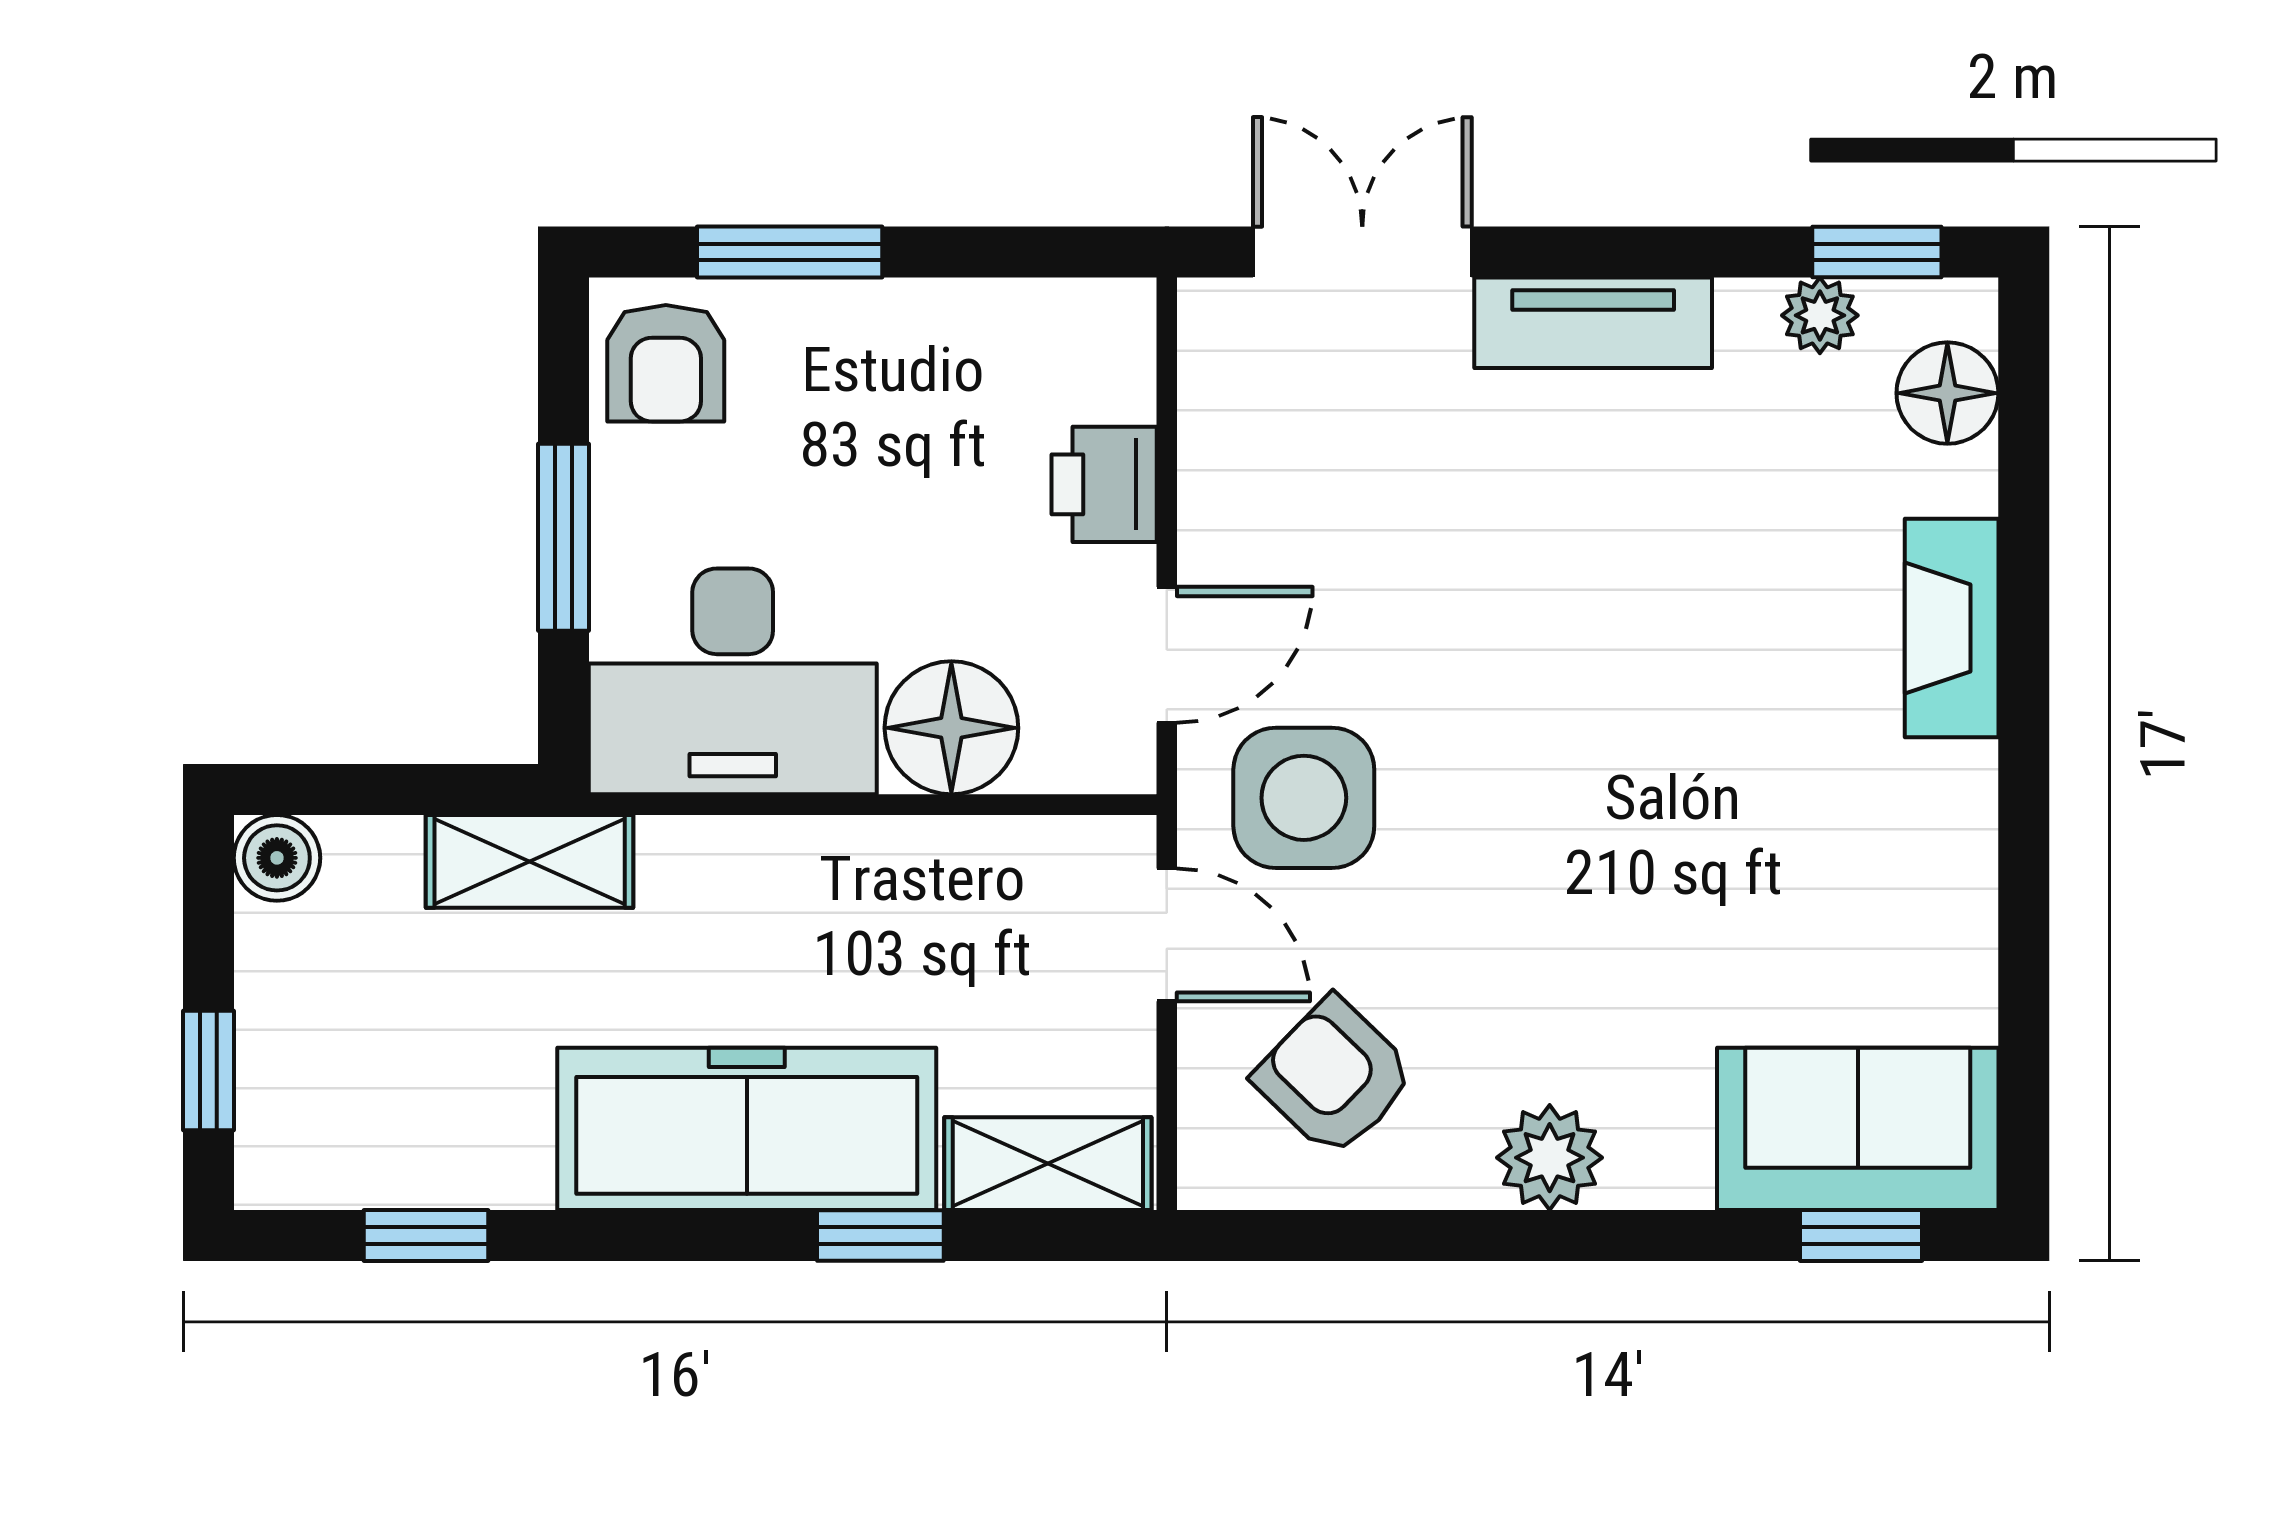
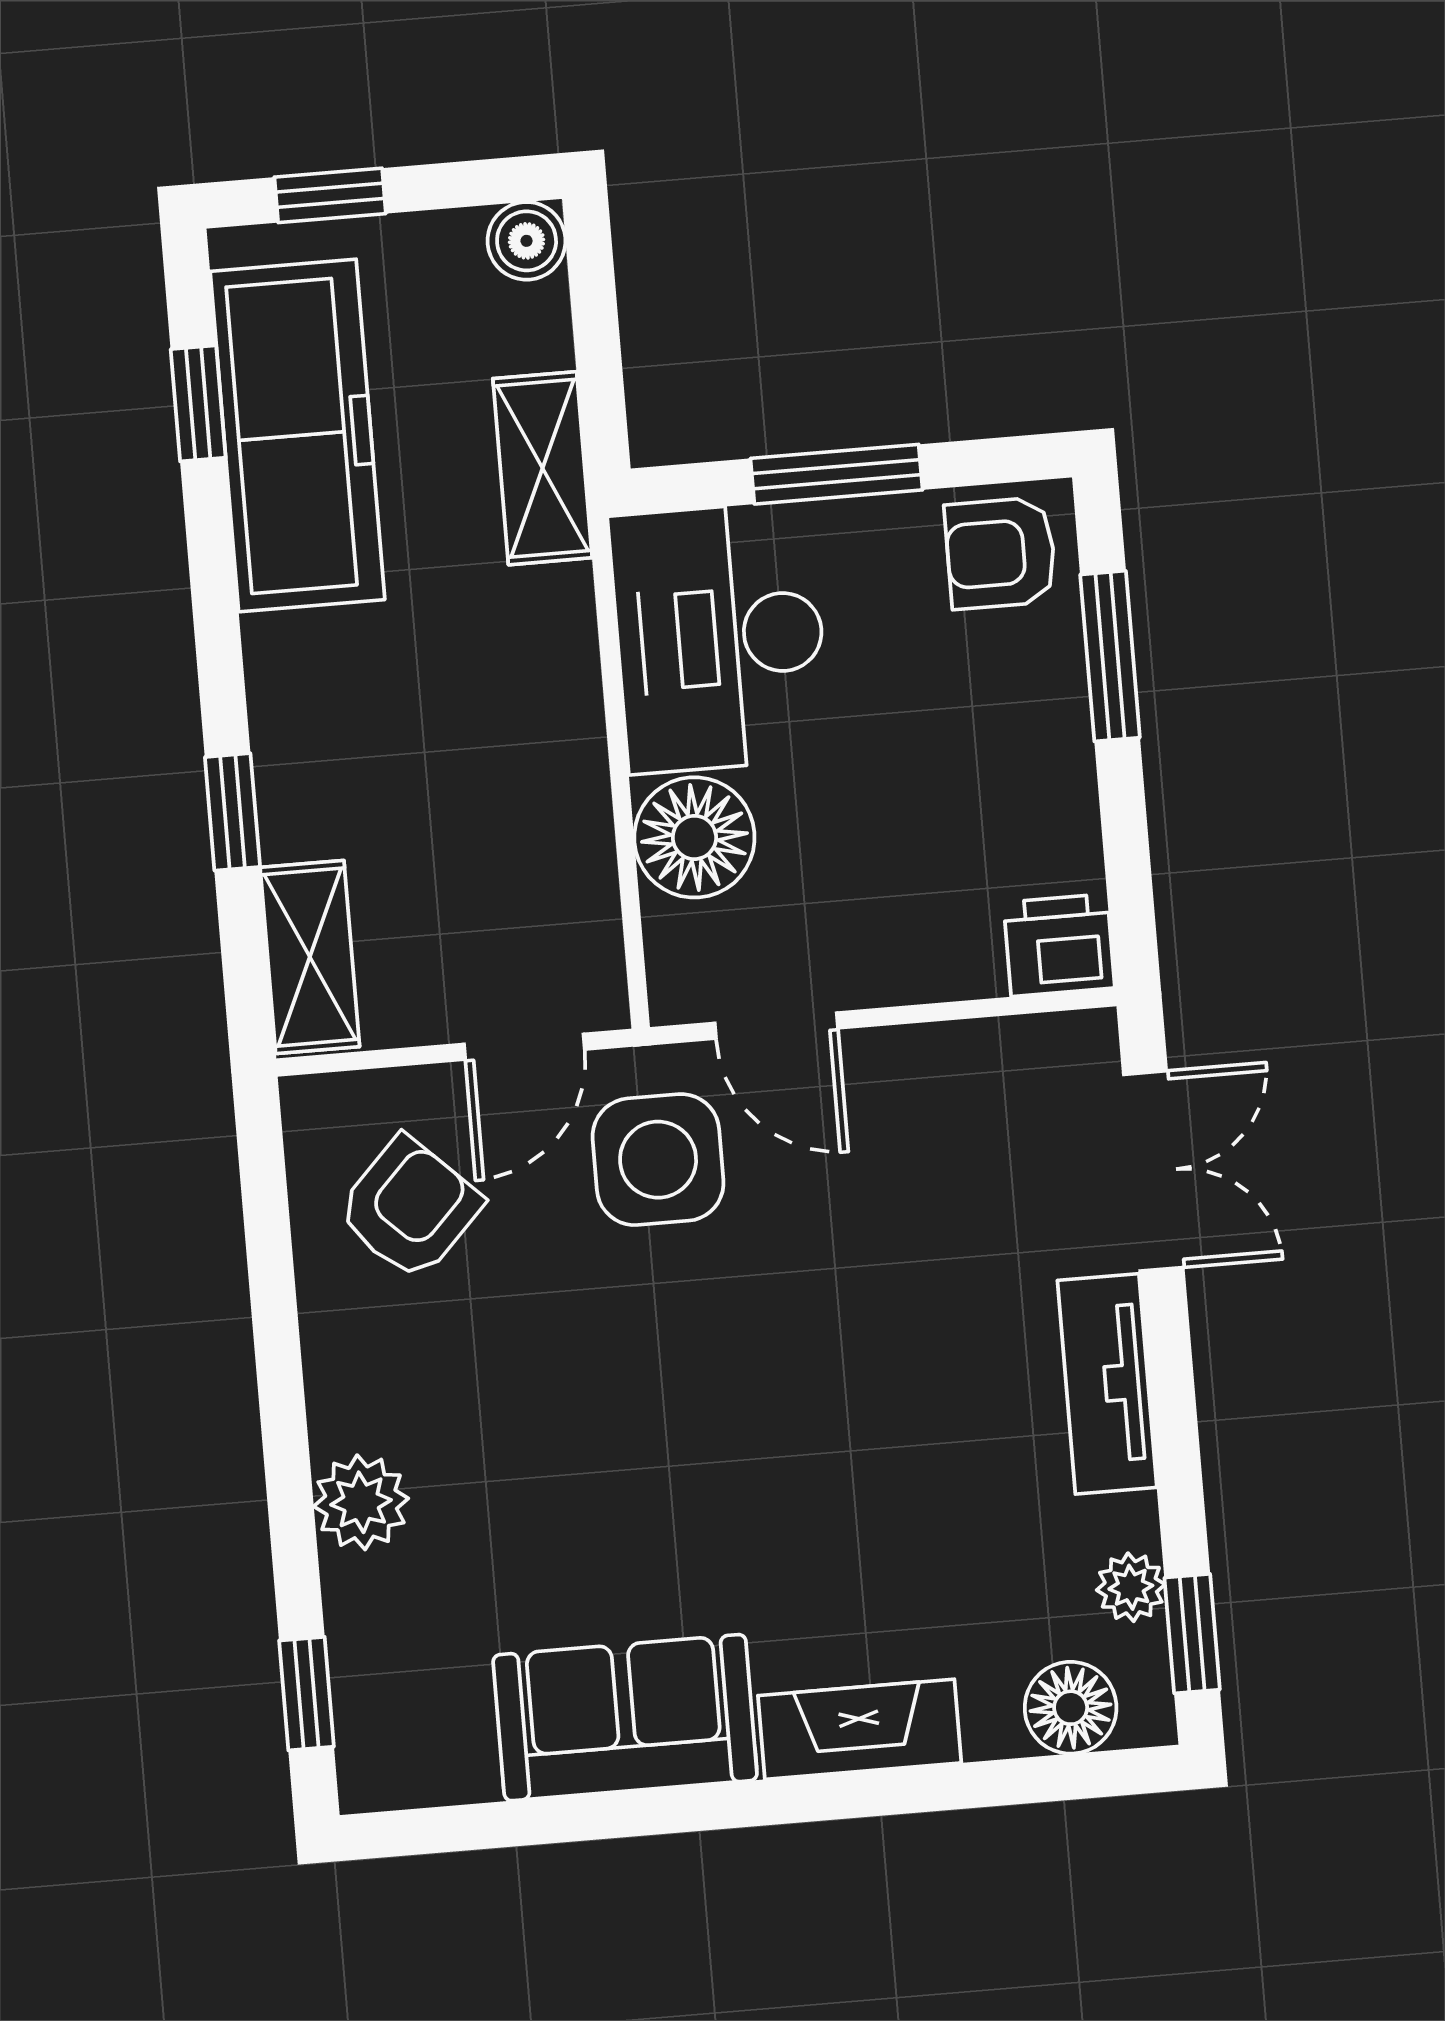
printer: (1104, 484) -> (1059, 945), moved
freezer: (747, 1129) -> (297, 435), moved
sofa: (1858, 1129) -> (625, 1718), moved, turned -90
plant: (1550, 1158) -> (361, 1502), moved

